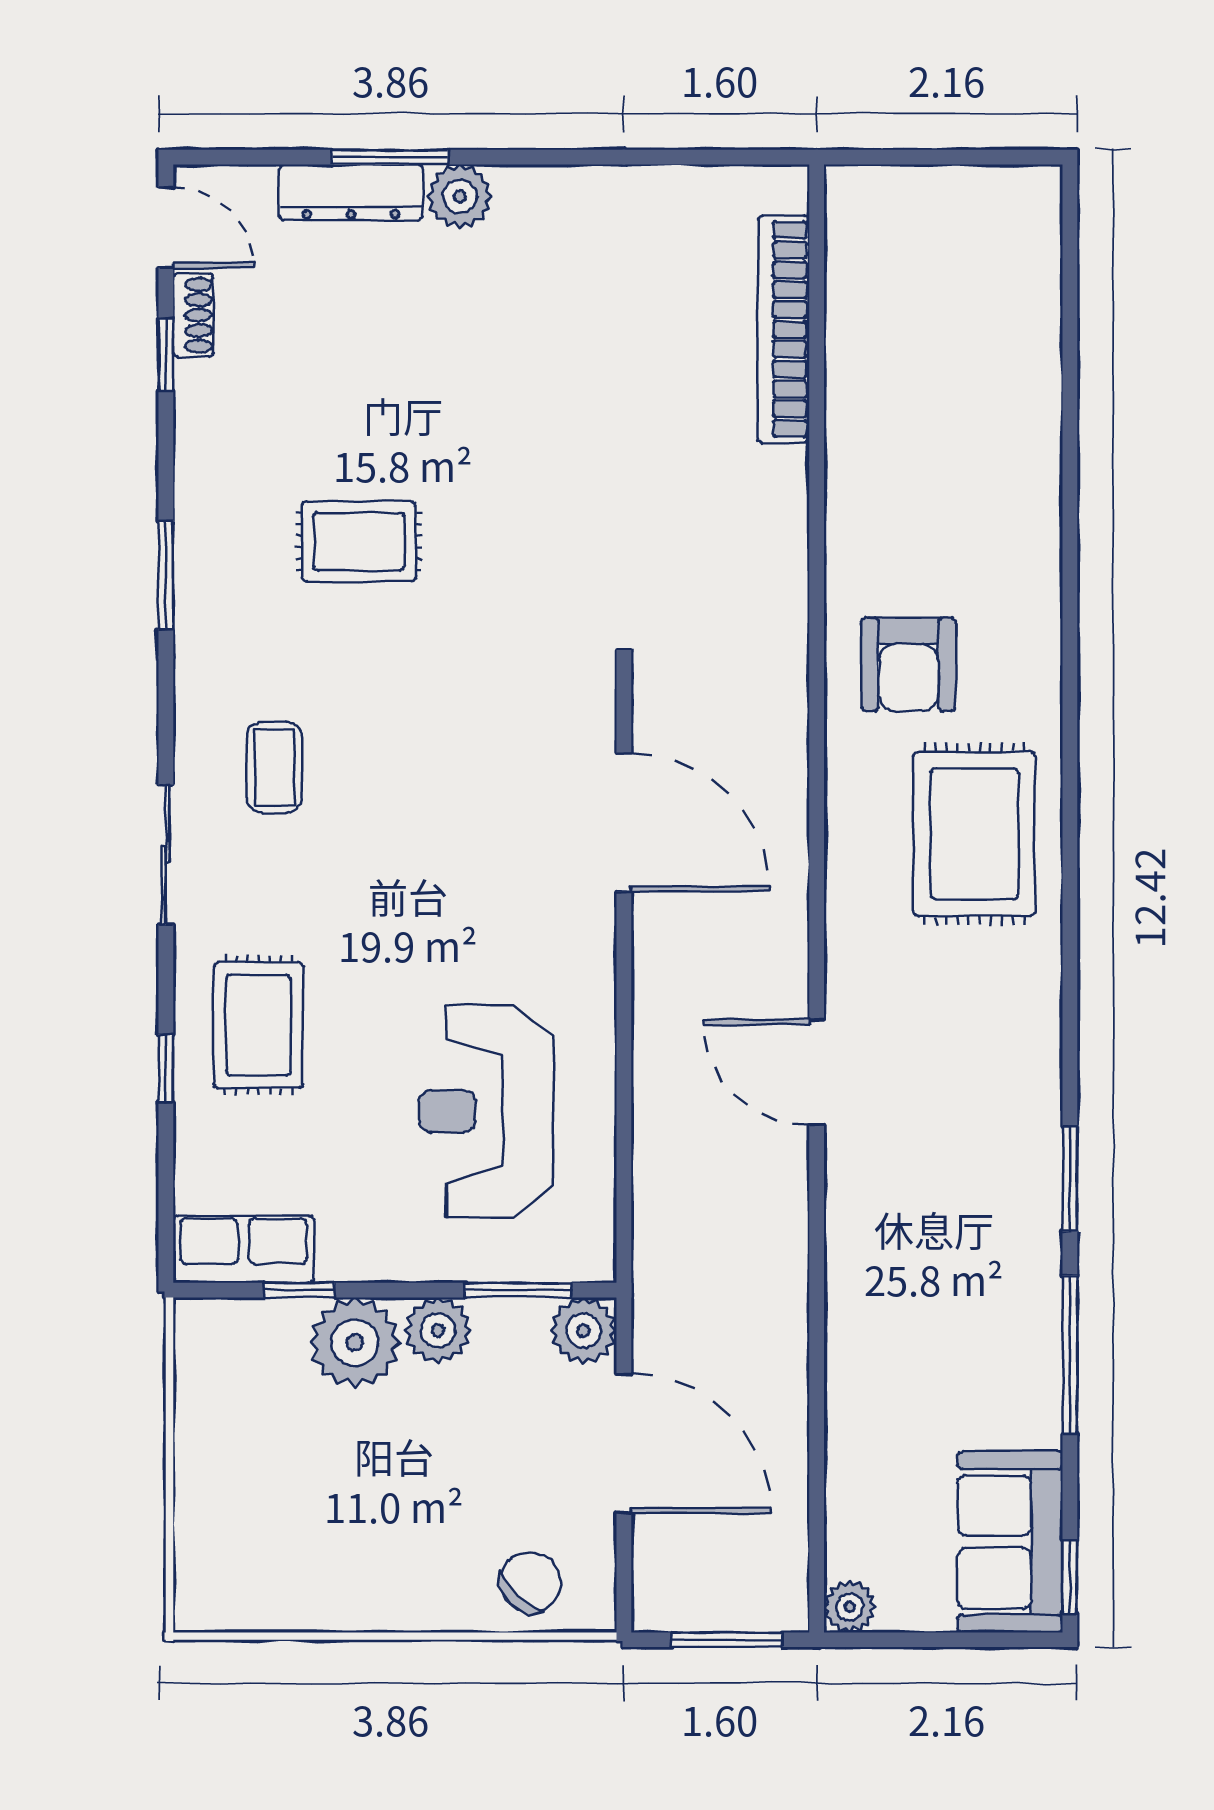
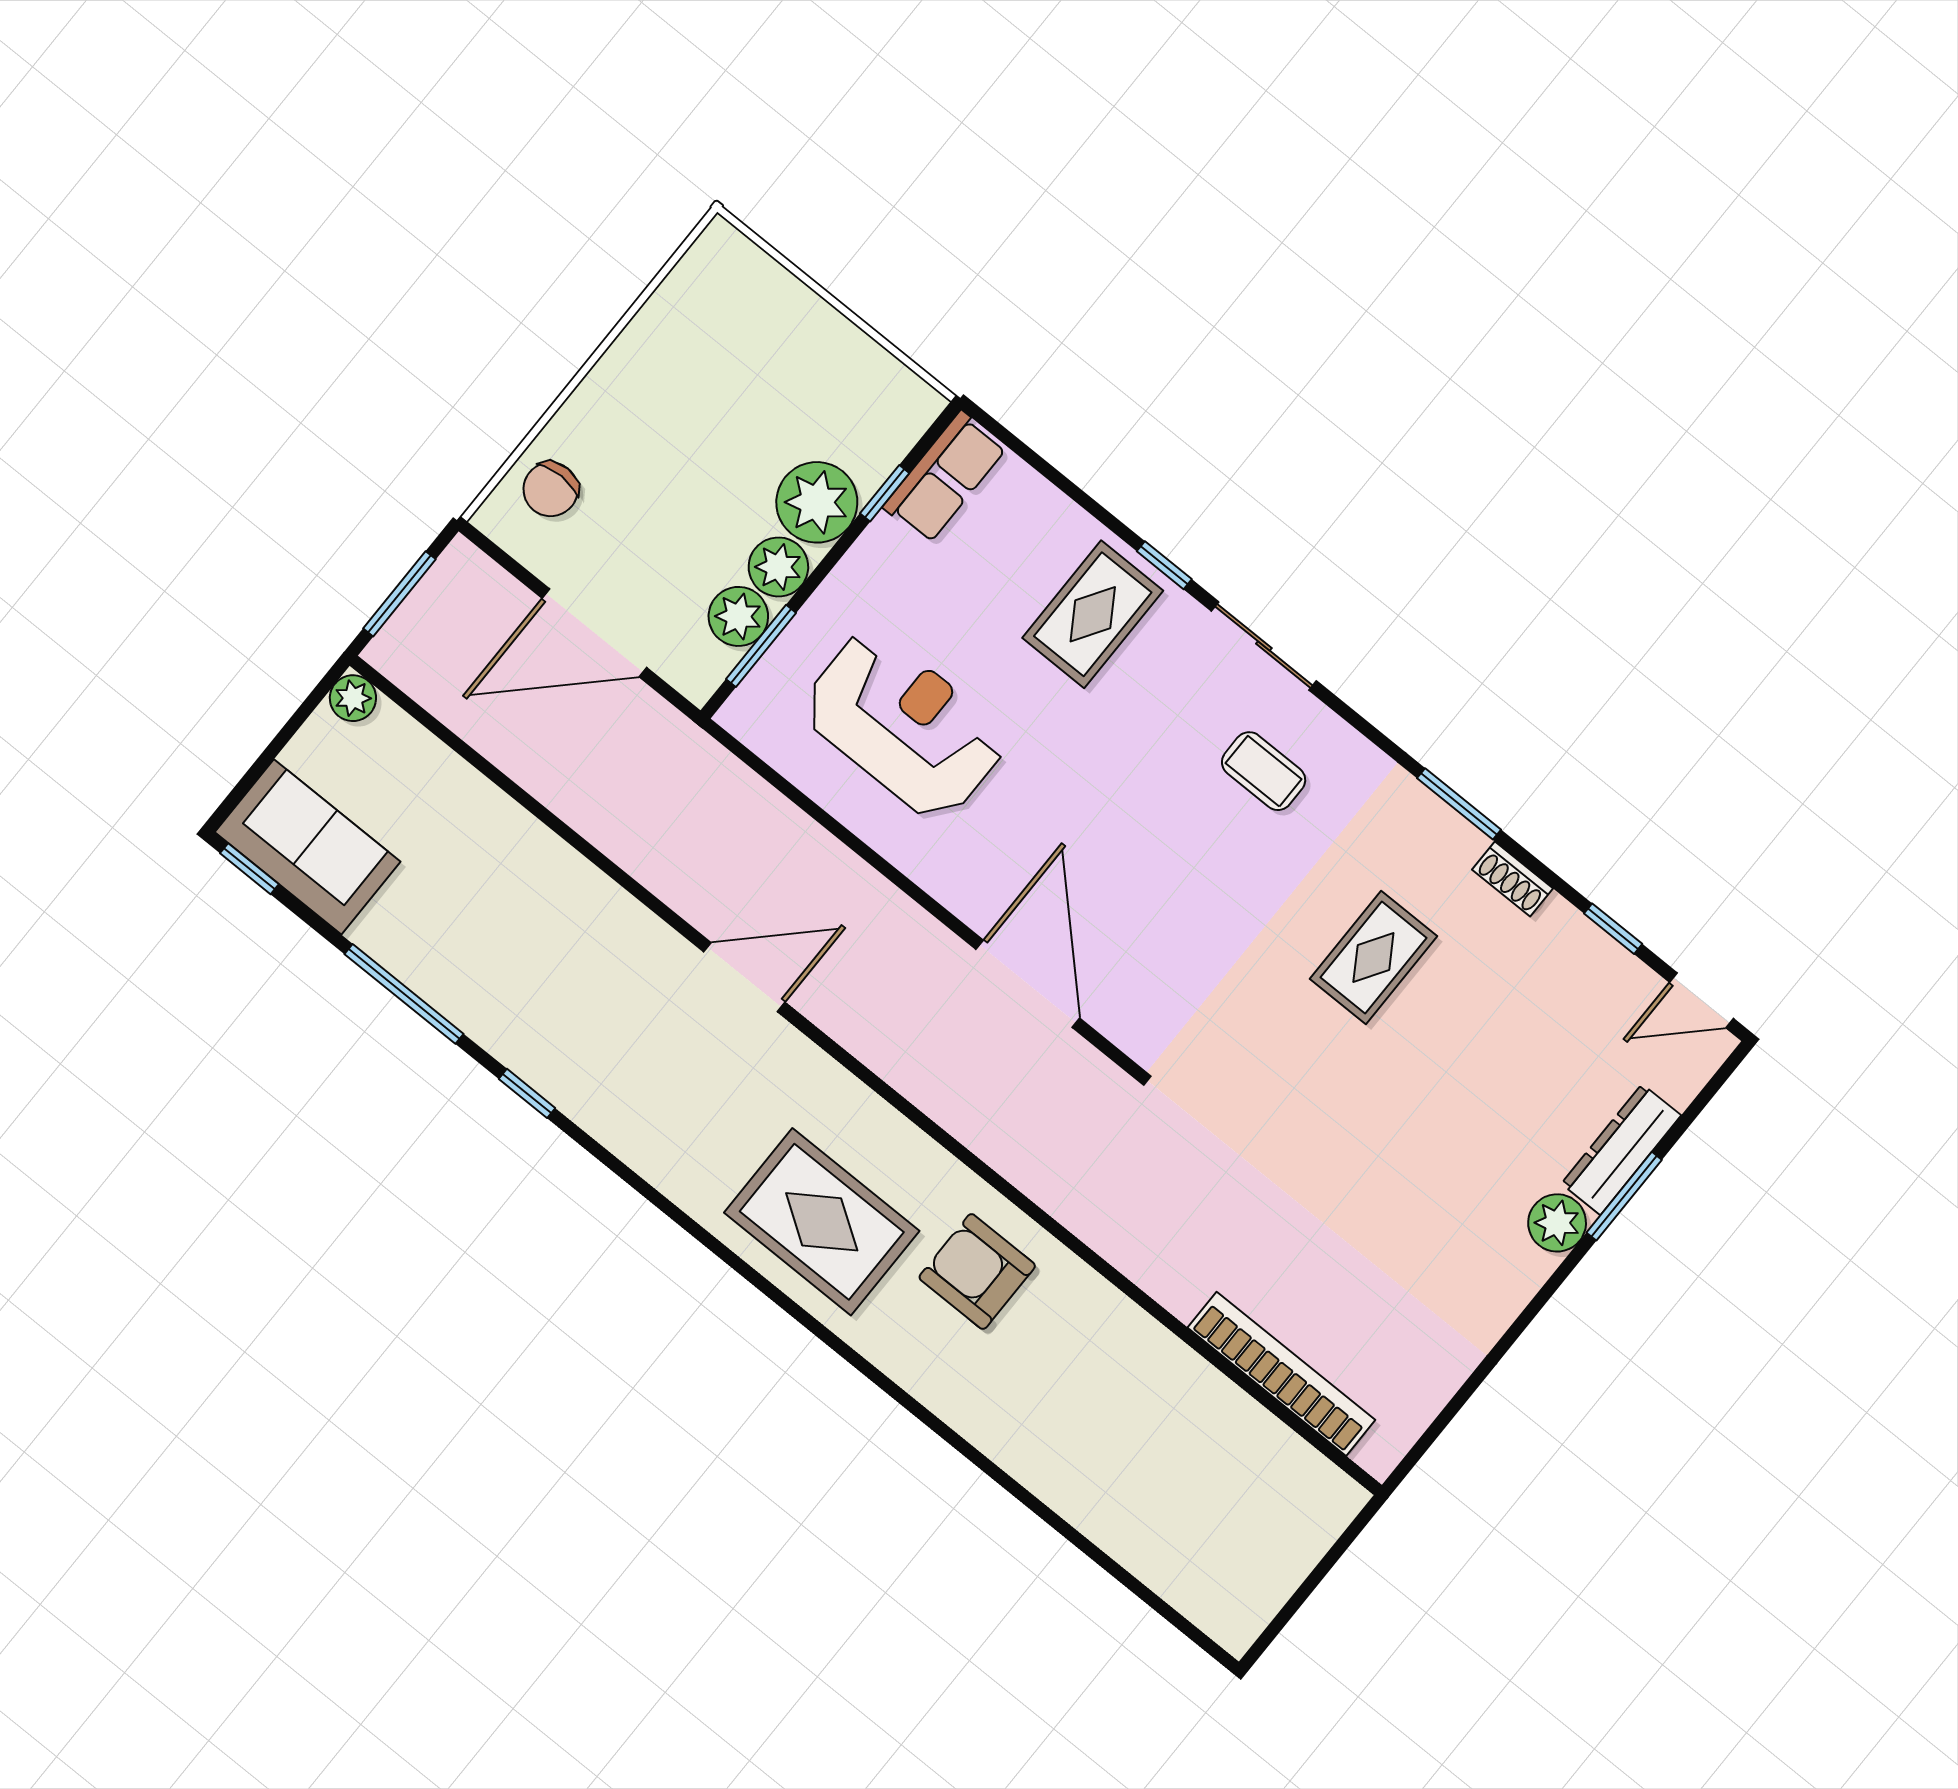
shoe rack: (193, 315) -> (1513, 879), moved
door: (624, 822) -> (1028, 984), swing flipped
rug: (258, 1025) -> (1093, 614), turned 90
window: (166, 1068) -> (1164, 565), moved
window: (1070, 1179) -> (527, 1093), width x0.67
plant: (584, 1330) -> (738, 616), moved
chair: (530, 1582) -> (551, 489), turned 46

